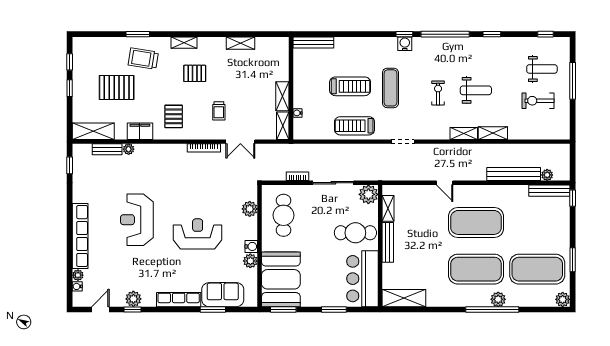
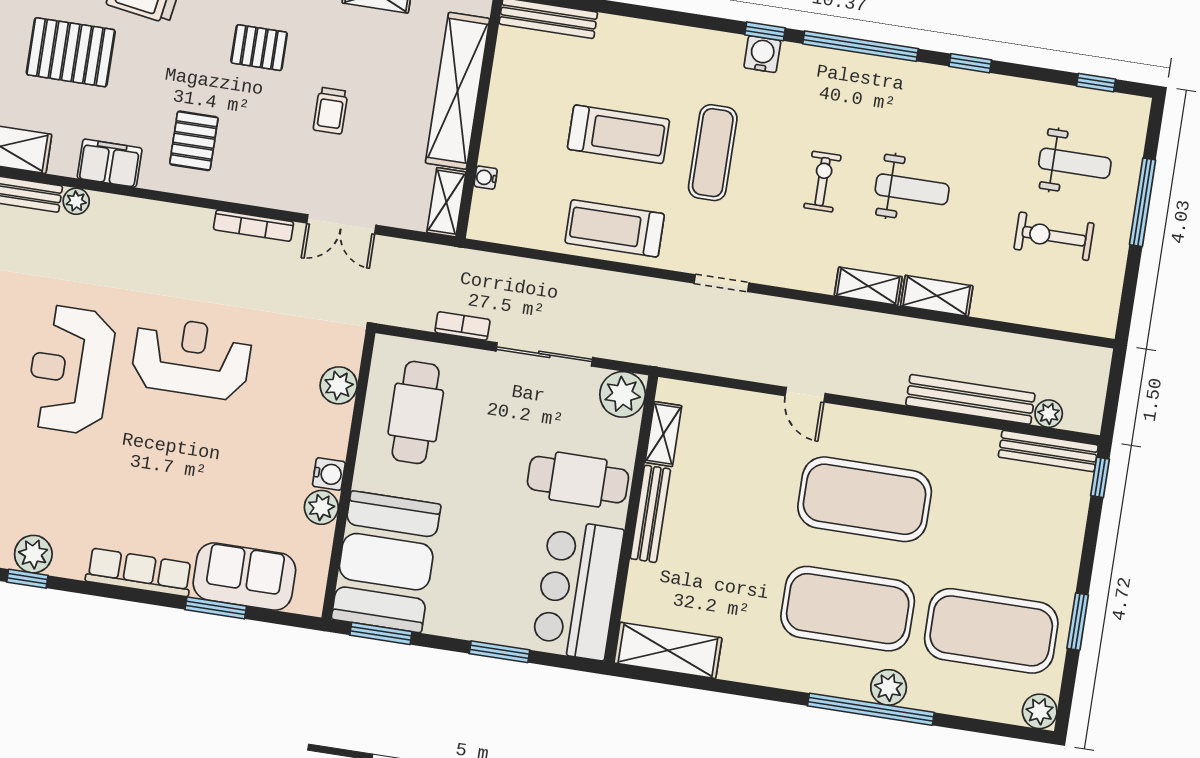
shelving: (282, 96) -> (458, 91), width x2.20, depth x1.33
trolley: (219, 111) -> (331, 111), moved
reception desk: (198, 234) -> (192, 358), moved

